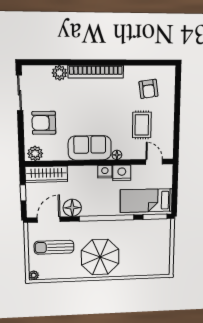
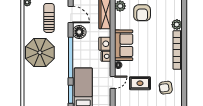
armchair: (44, 123) -> (142, 13), turned 180
door: (154, 162) -> (113, 82), moved
nightstand: (122, 173) -> (105, 44), moved

